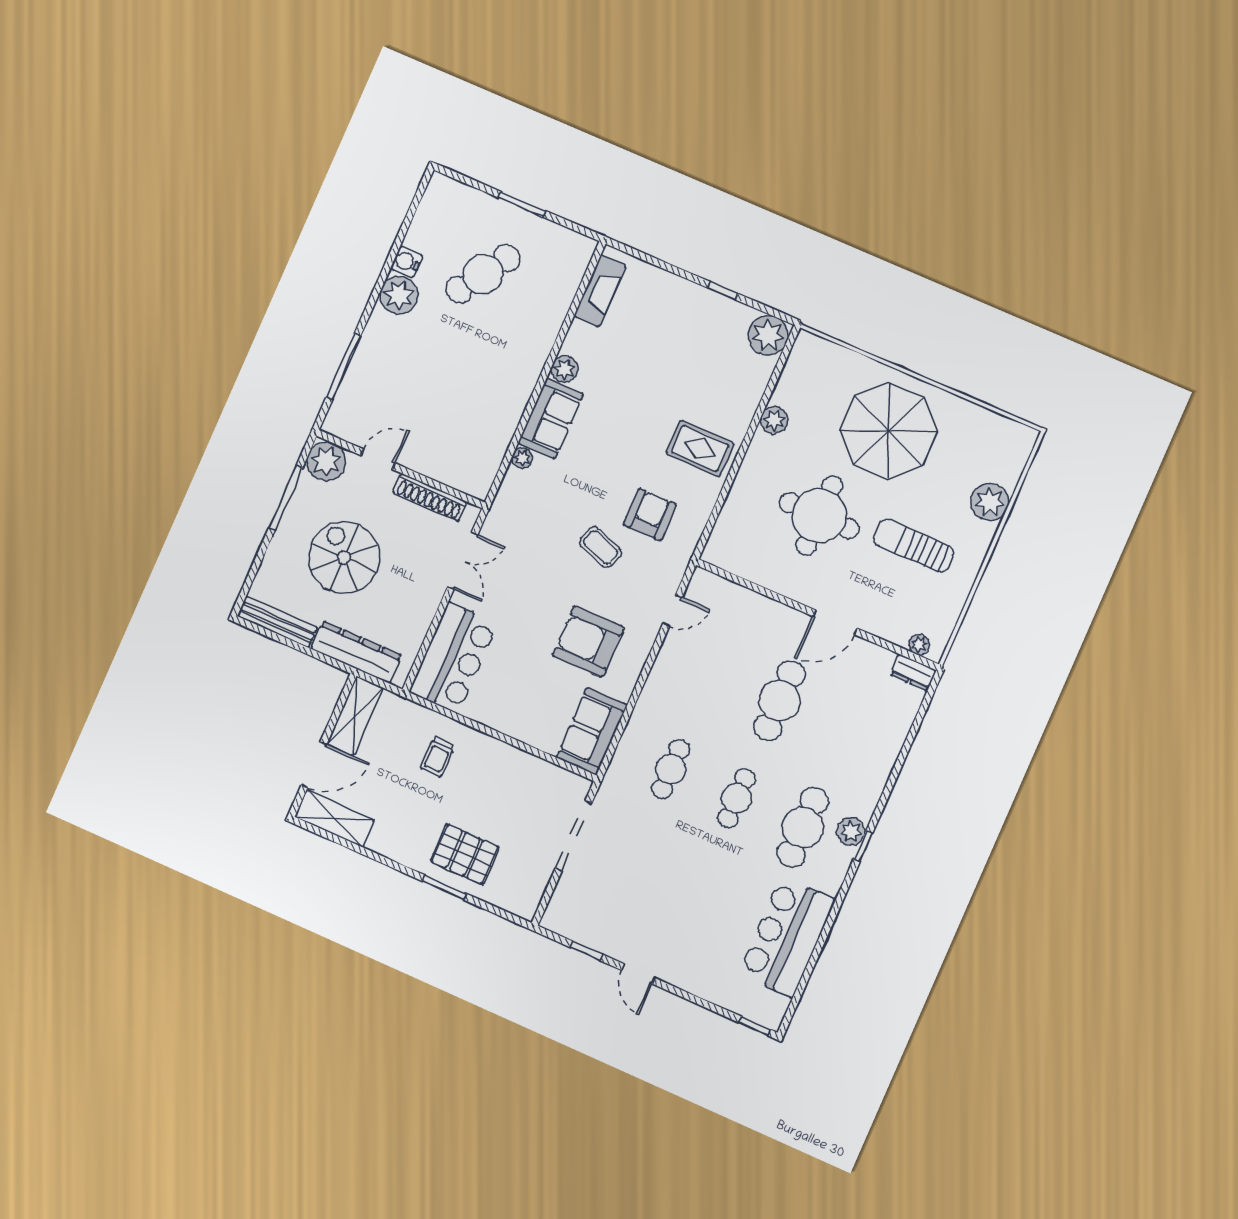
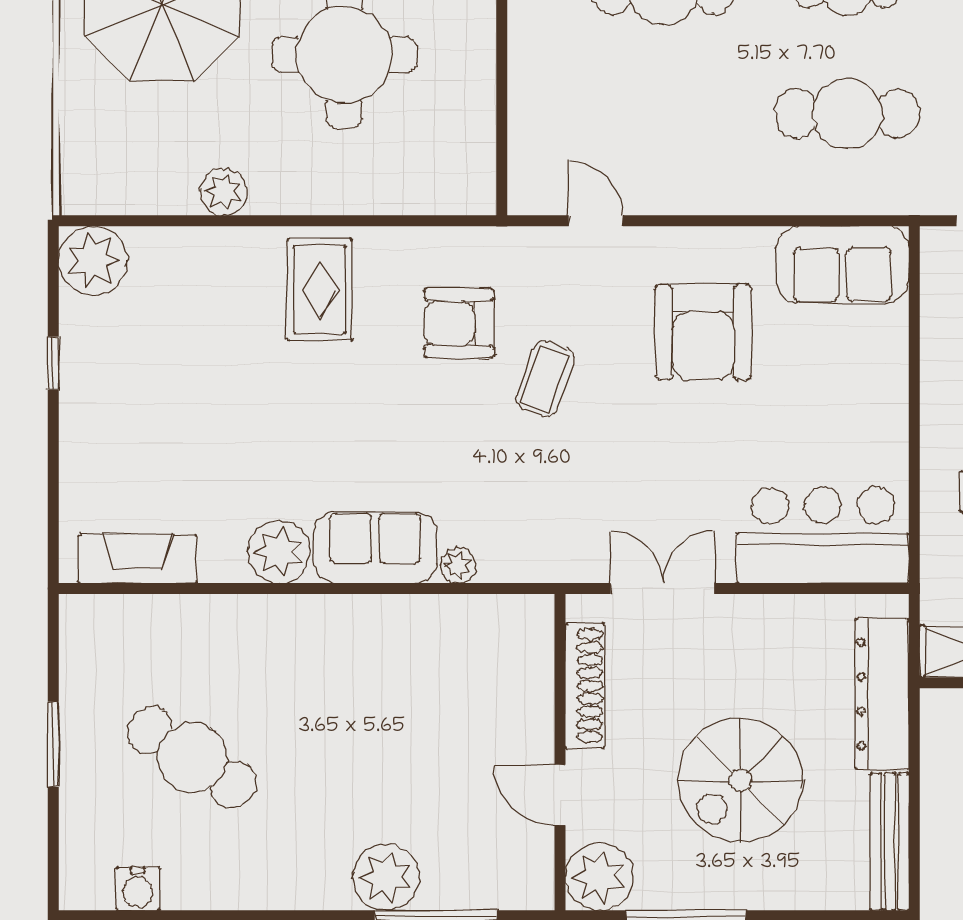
water cooler: (406, 262) -> (138, 889), moved
plant: (399, 295) -> (386, 877), moved
plant: (565, 369) -> (279, 552), width x1.36, depth x1.36
cafe table: (671, 769) -> (847, 114), width x1.37, depth x1.35

